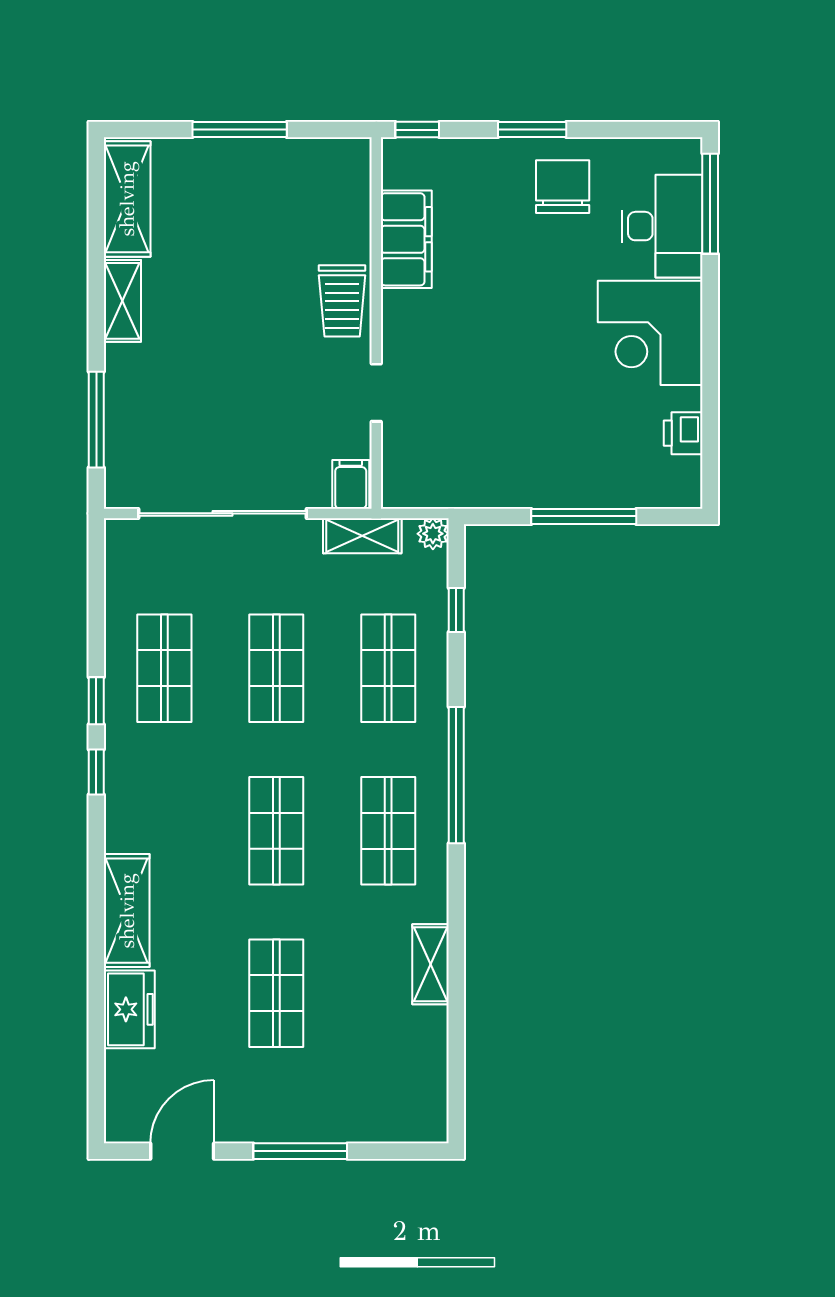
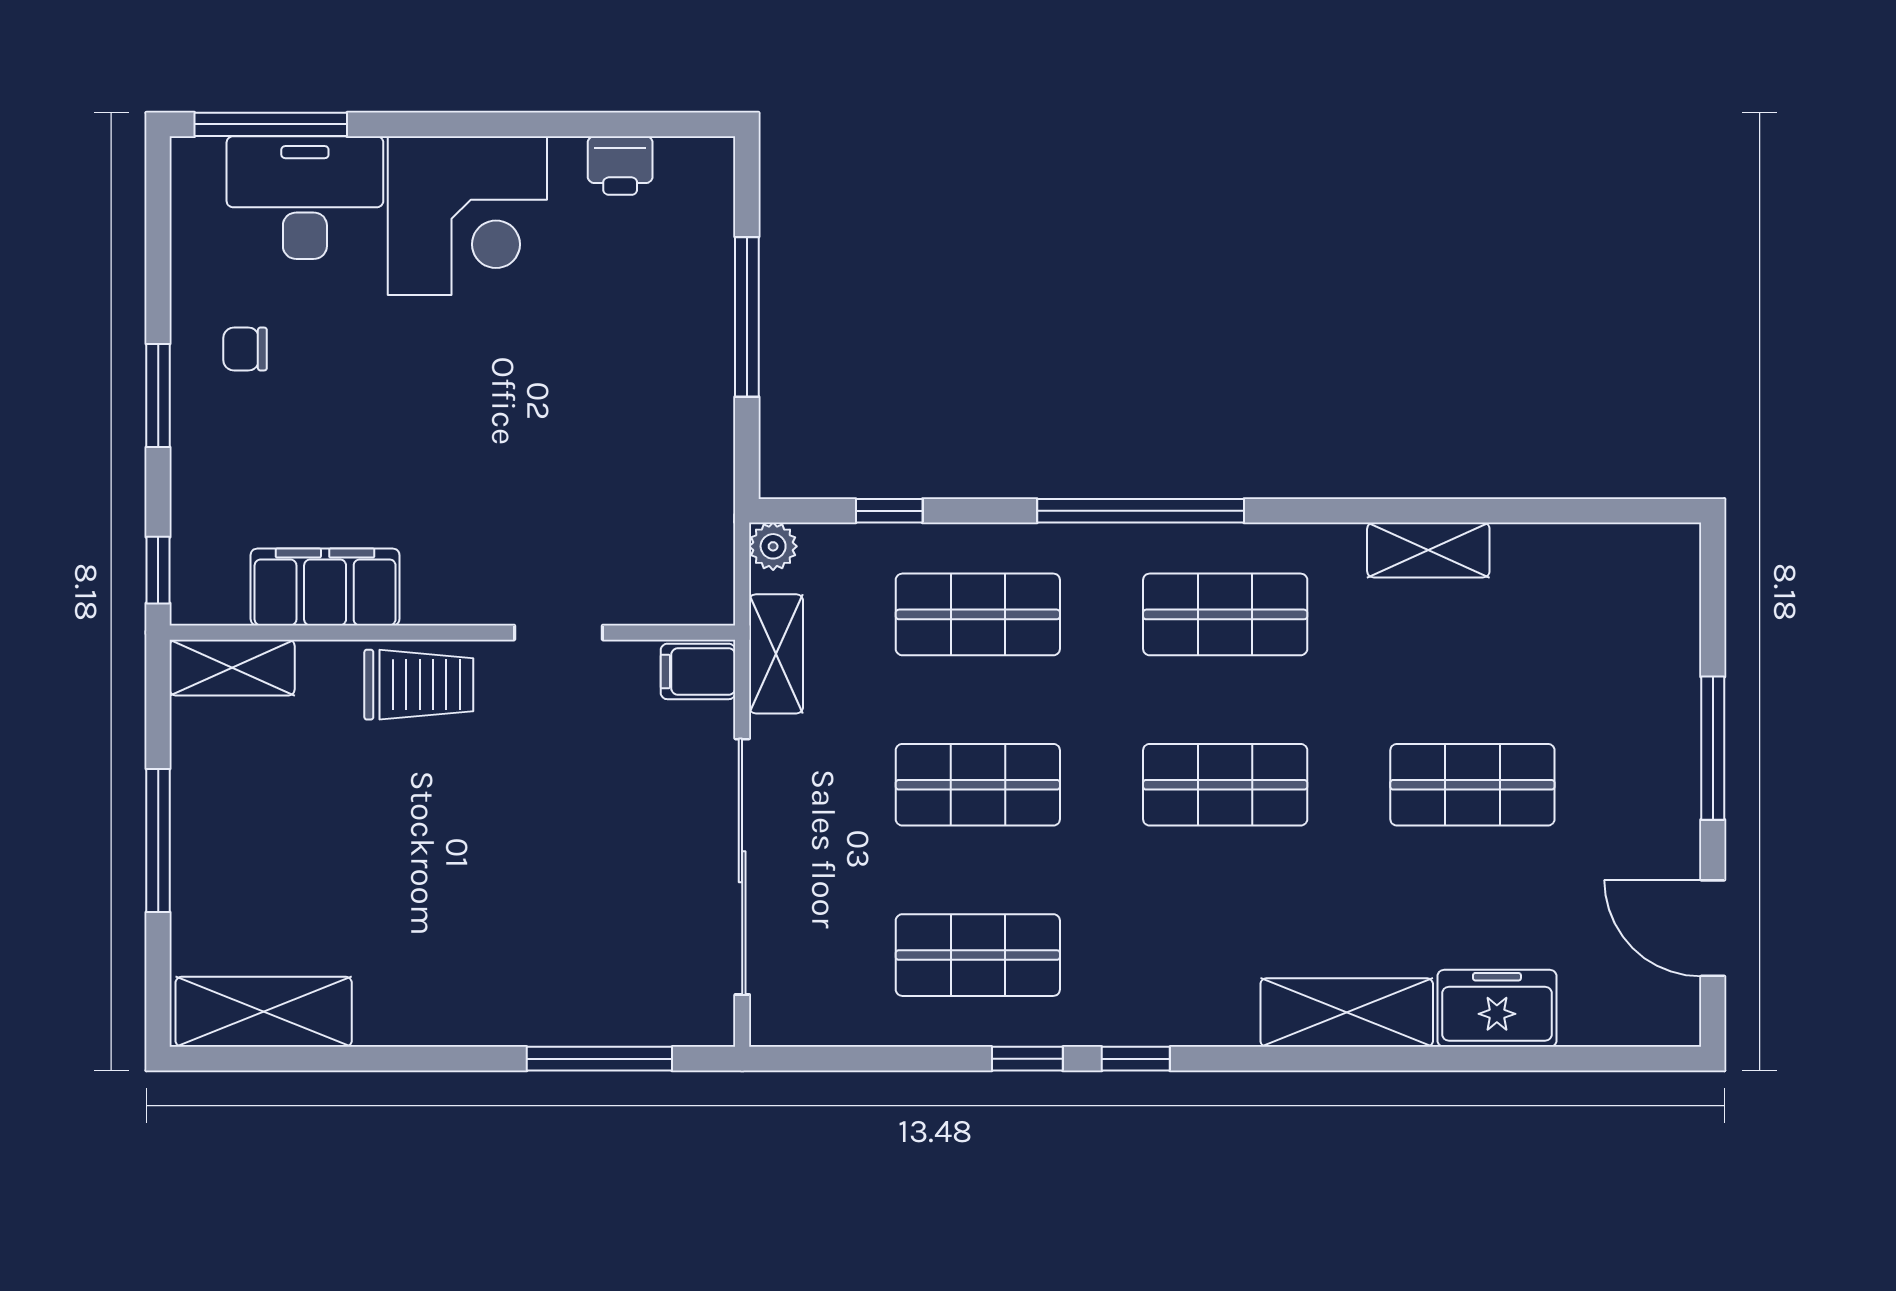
chair: (563, 187) -> (245, 349), width x0.54, depth x0.54
shelving: (122, 301) -> (232, 668), moved

